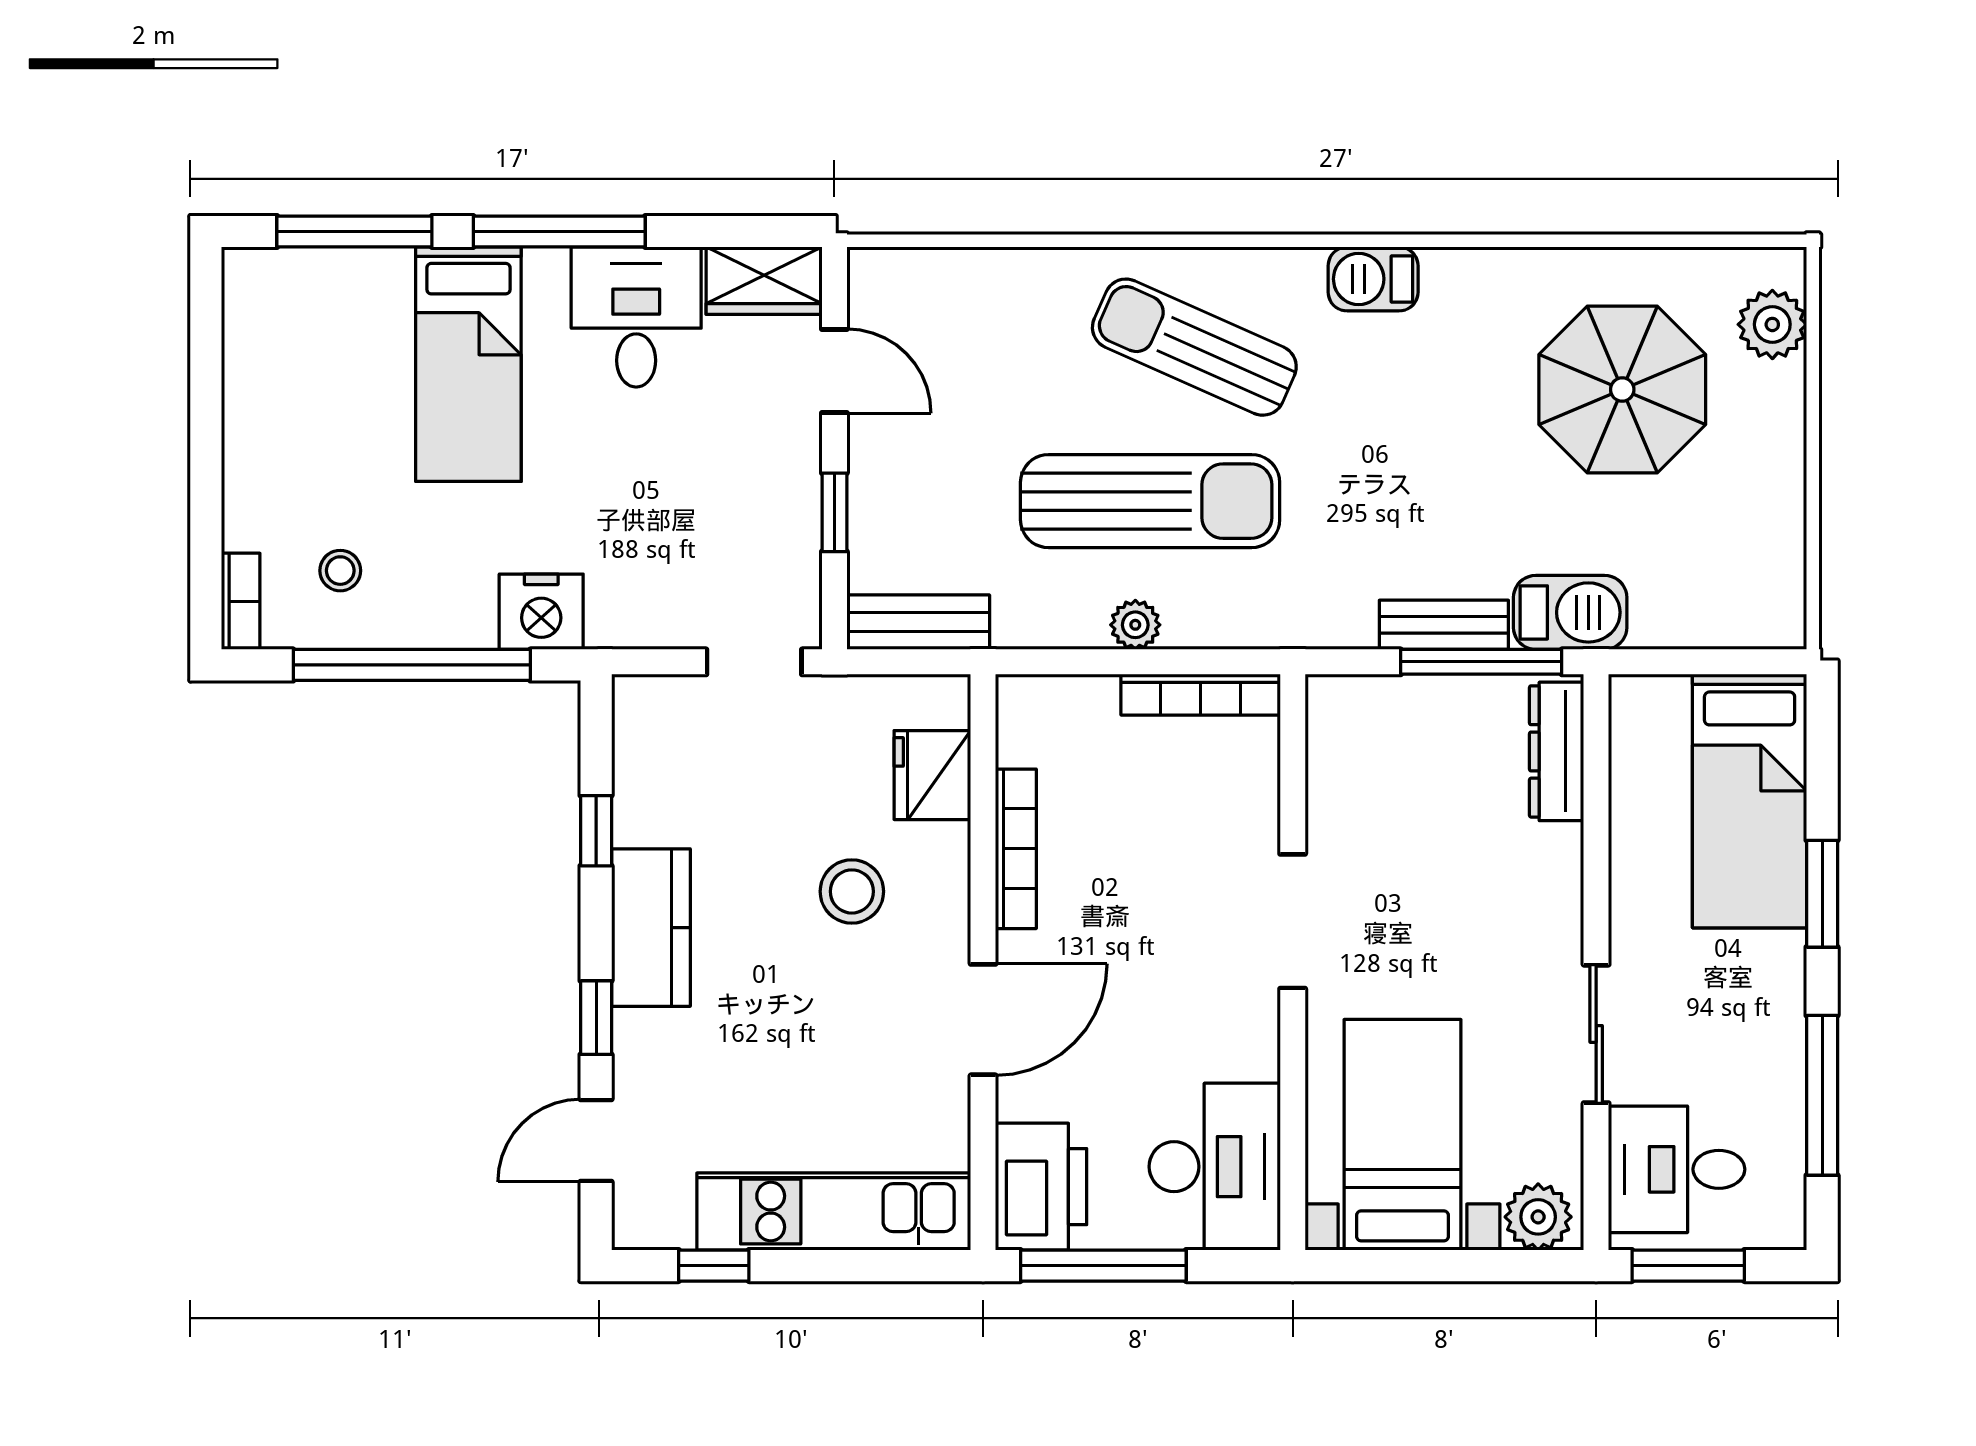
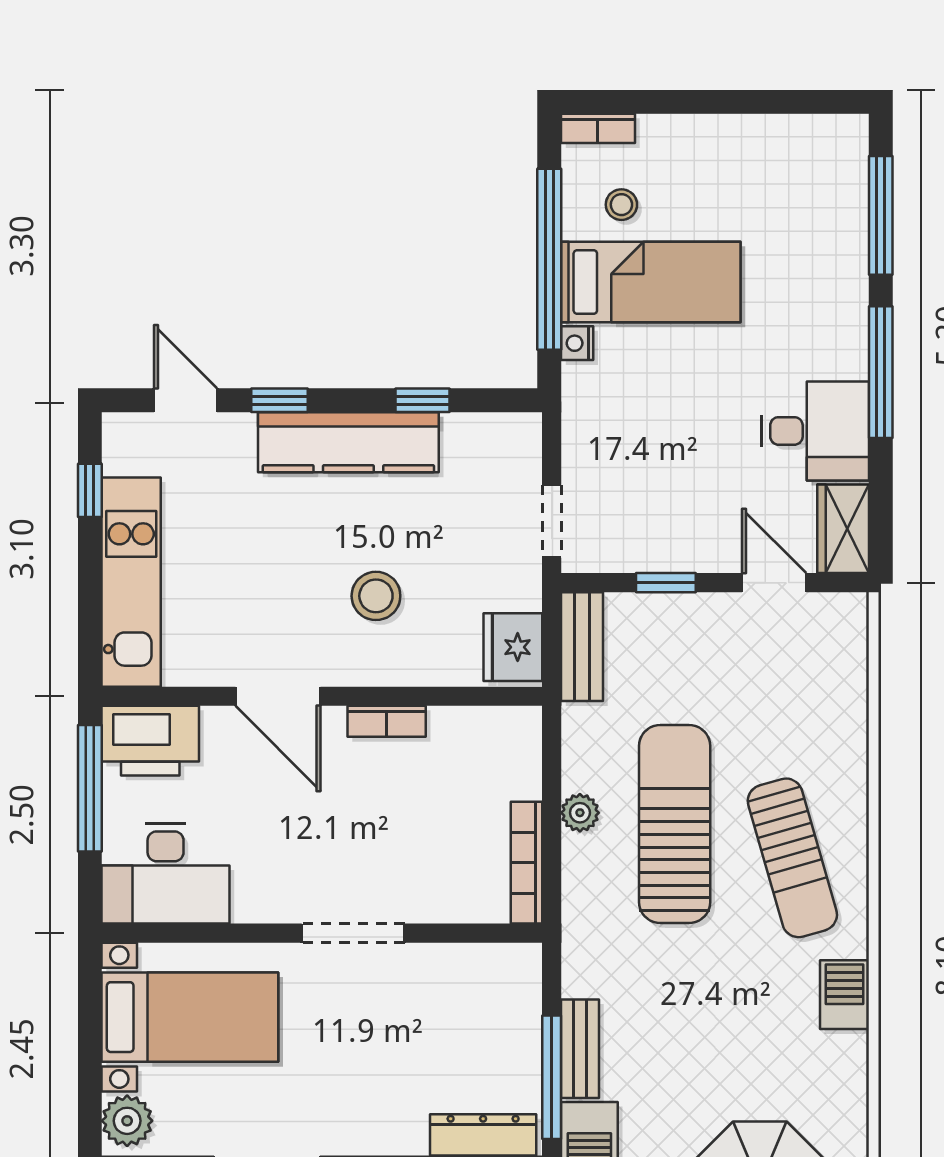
sun lounger: (1194, 347) -> (792, 858), turned 140
bed: (468, 364) -> (651, 282), moved, turned 180
door: (834, 371) -> (774, 583), swing flipped
sun lounger: (1150, 501) -> (675, 824), turned 180
nightstand: (541, 612) -> (577, 343), width x0.53, depth x0.56
fridge: (932, 775) -> (513, 647), moved, turned -90
bookcase: (1016, 849) -> (387, 721), width x0.64
kitchen counter: (651, 928) -> (348, 442), width x1.50

